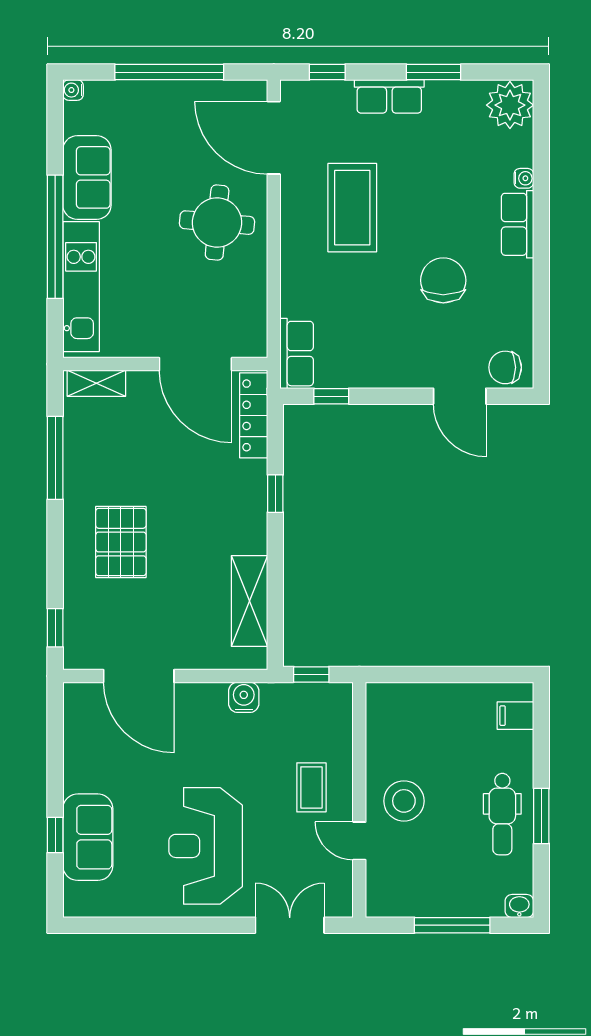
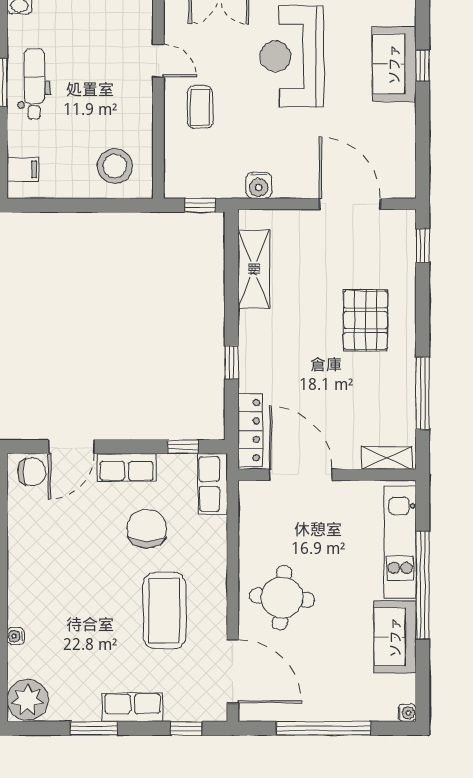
row of seats: (518, 224) -> (127, 467), moved, turned 90
chair: (443, 280) -> (147, 529), moved, turned 180
door: (460, 396) -> (71, 447), swing flipped
stool: (404, 801) -> (115, 166), moved
reception desk: (206, 846) -> (292, 56), turned 180

